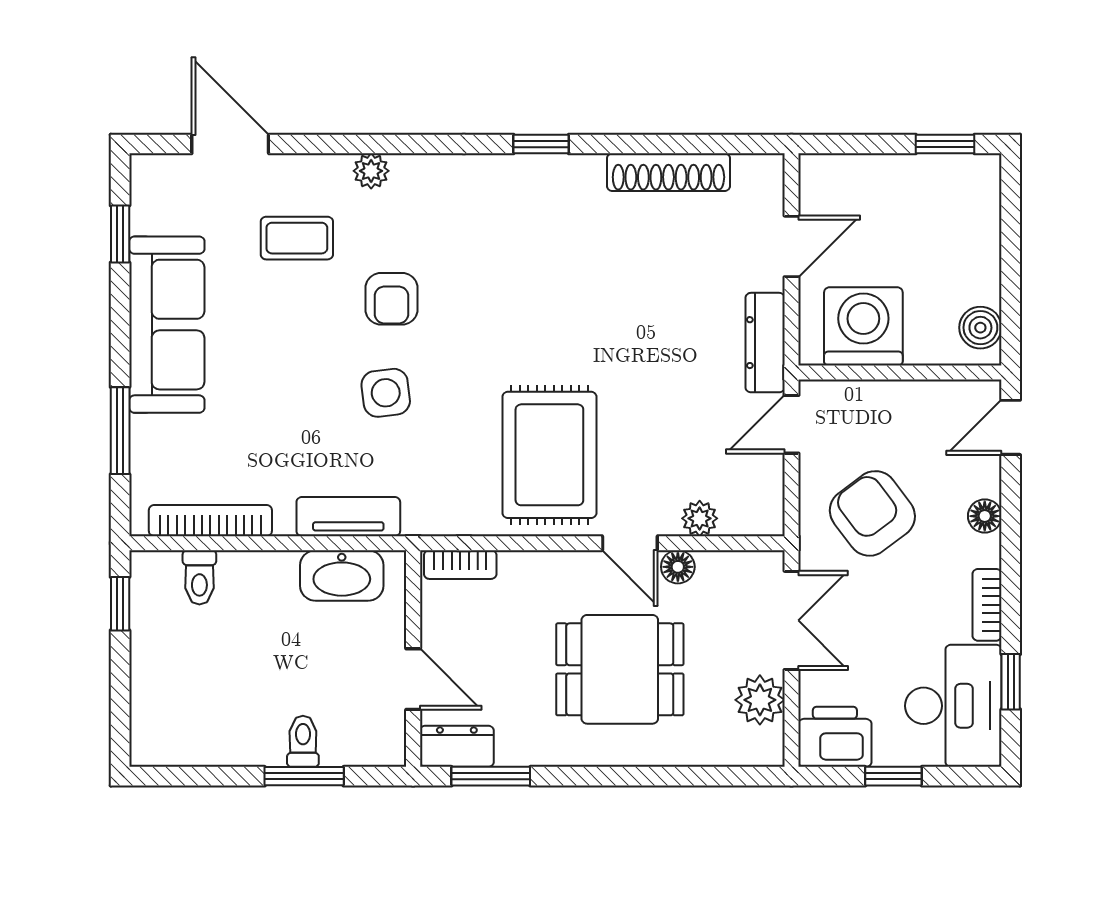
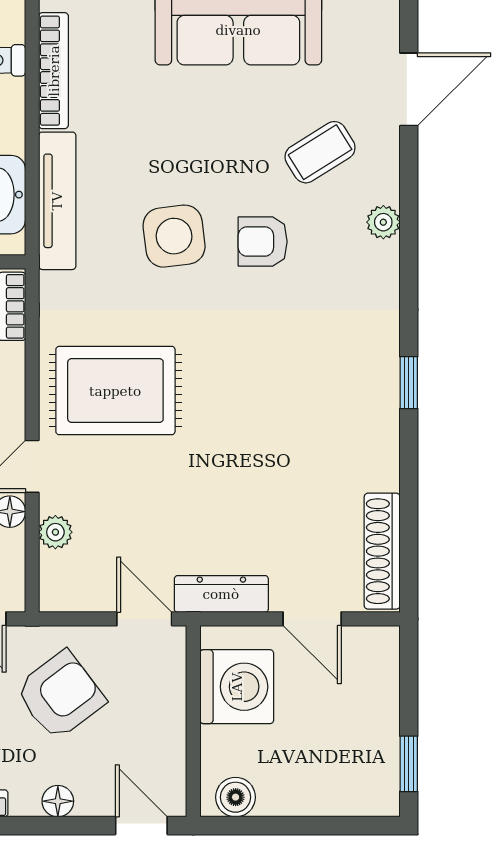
shoe rack: (668, 172) -> (382, 551), moved
coffee table: (297, 238) -> (320, 152), turned 58
side table: (386, 393) -> (174, 236), width x1.37, depth x1.37
tv unit: (348, 517) -> (57, 201), width x1.41

